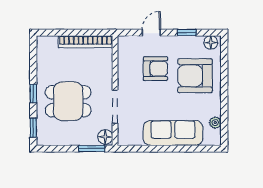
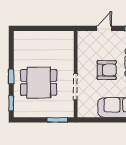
bookcase: (86, 42) -> (52, 36), removed
armchair: (155, 69) -> (107, 70), moved
floor lamp: (105, 137) -> (68, 111), removed

